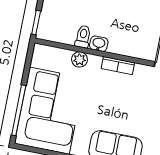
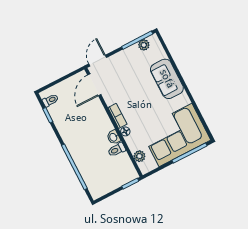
plant: (80, 59) -> (139, 156), moved
floor lamp: (95, 61) -> (125, 131), added

